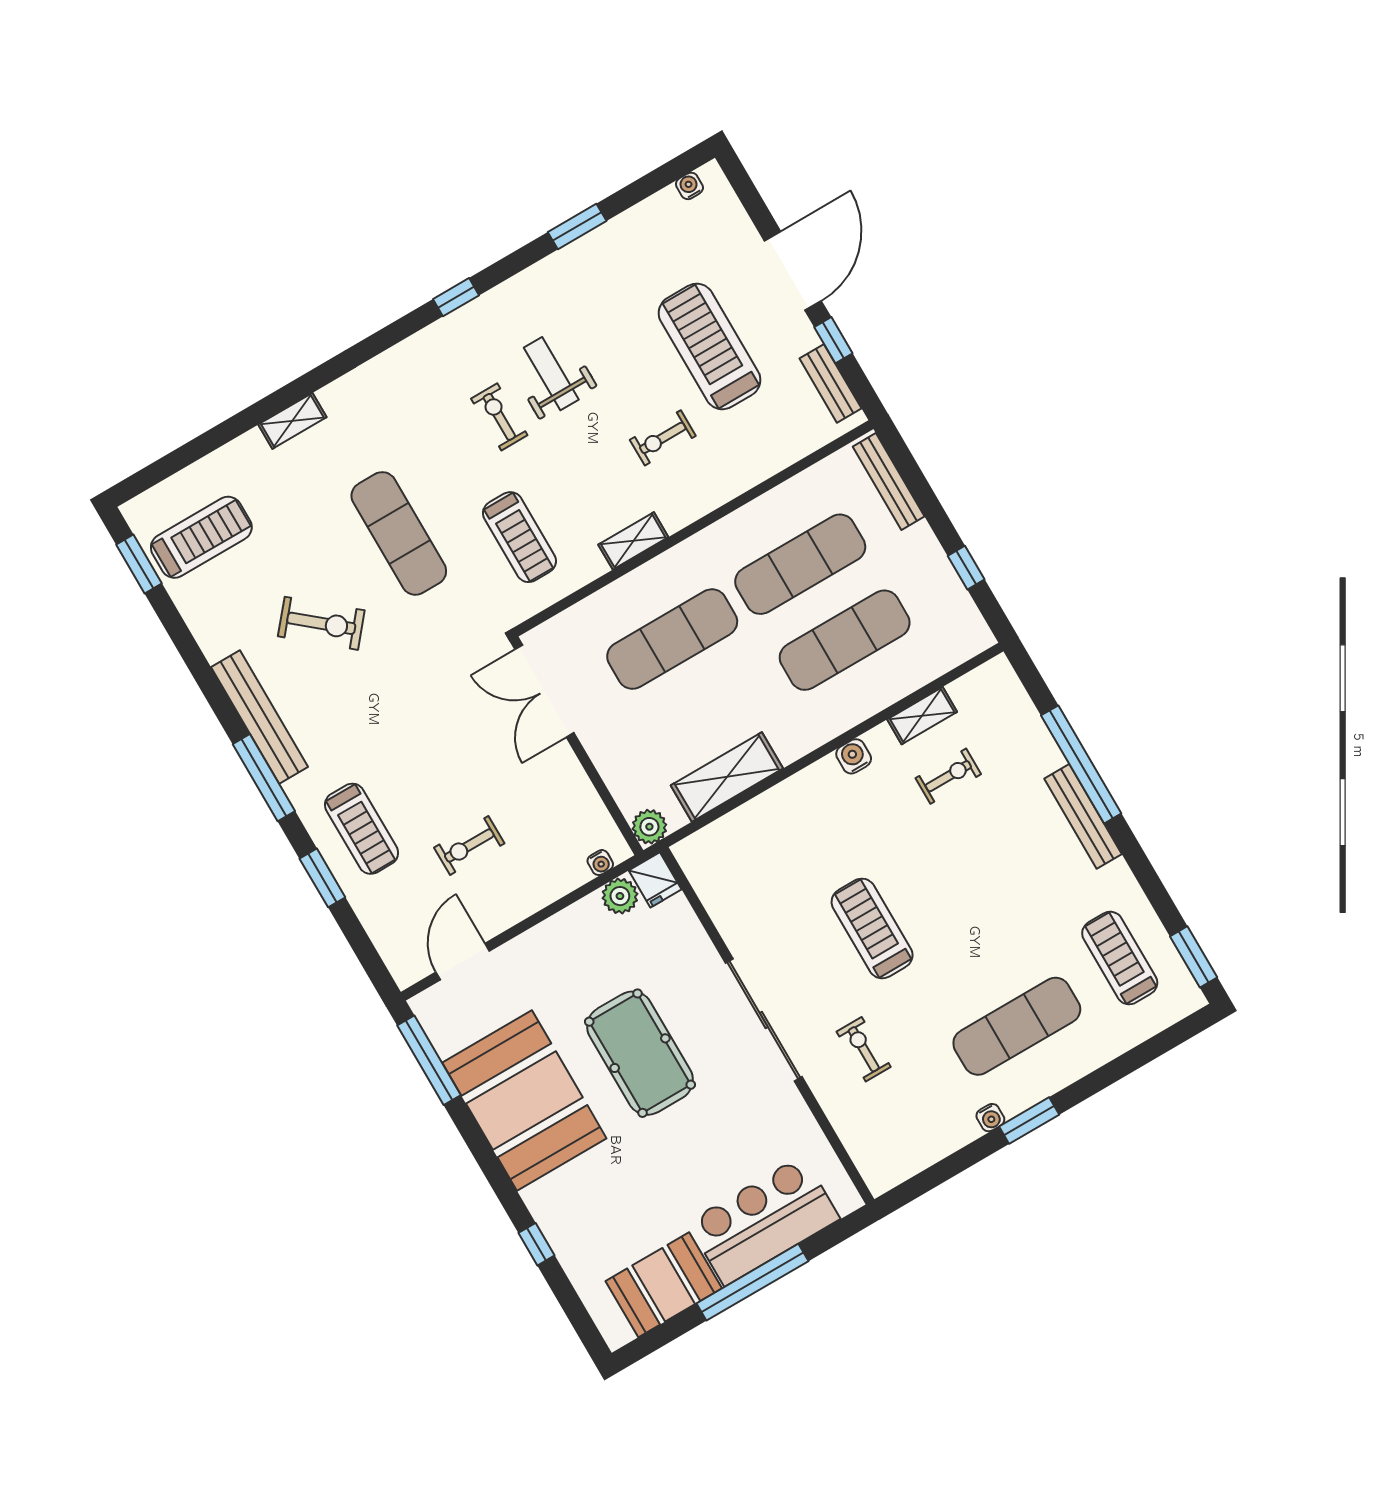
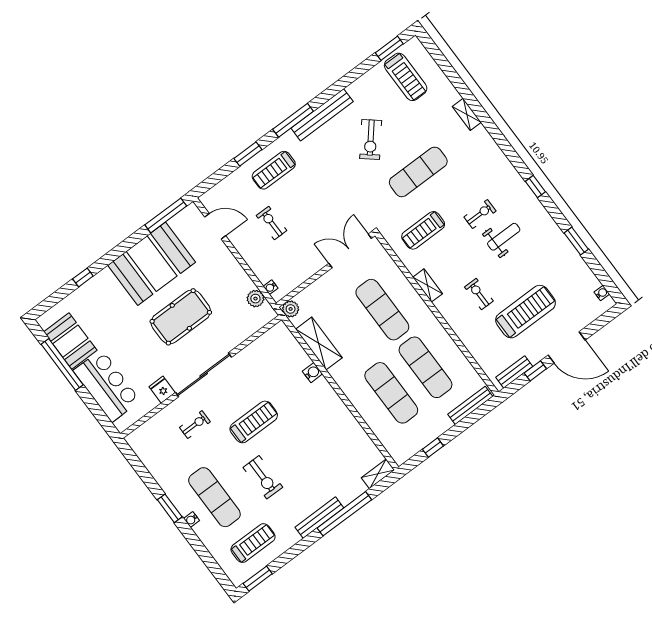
shelving: (922, 716) -> (378, 474), moved, turned 90
water cooler: (854, 756) -> (312, 373), moved
exercise bike: (948, 776) -> (263, 477), moved, width x1.38, depth x1.39
fridge: (655, 880) -> (162, 390), moved, turned 90
water cooler: (990, 1118) -> (191, 519), moved
window: (752, 1282) -> (62, 365), moved

